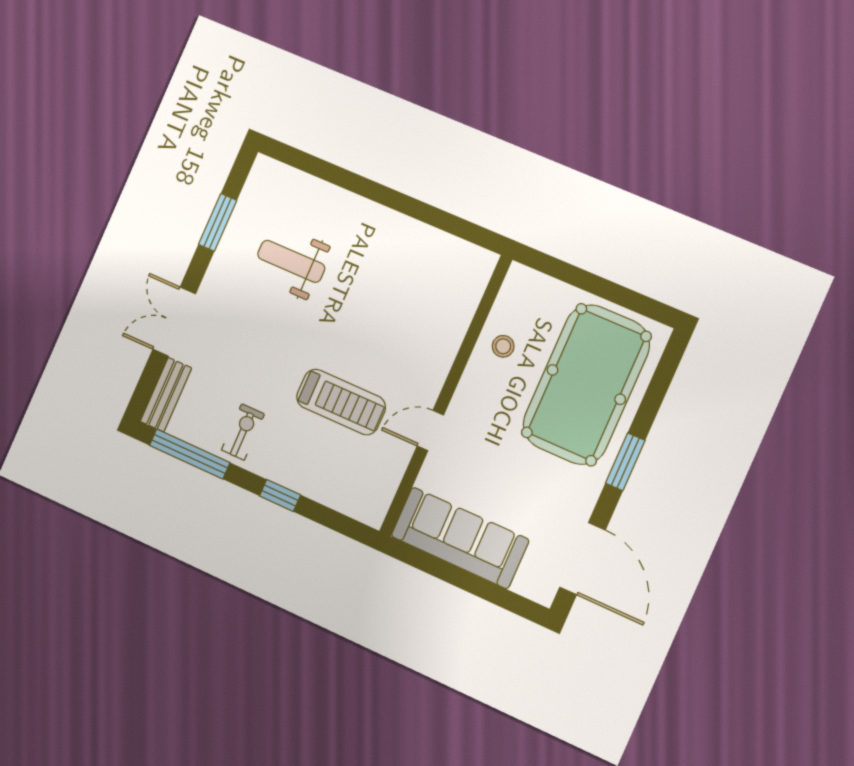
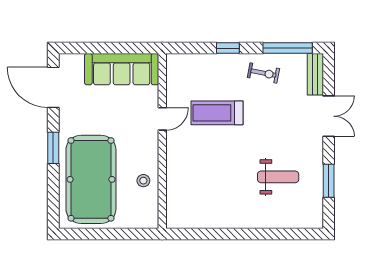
exercise bike: (243, 432) -> (263, 73), turned -79

